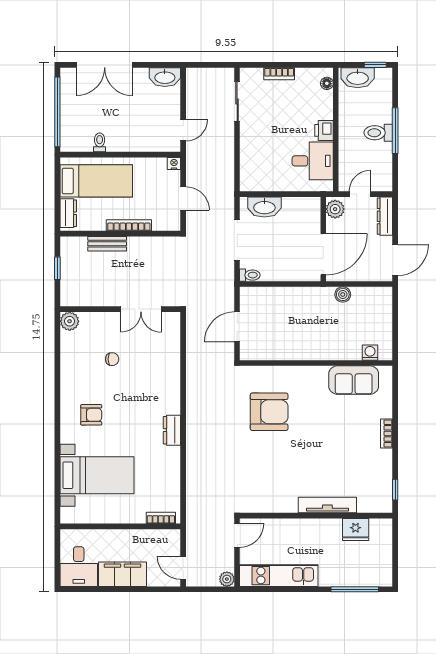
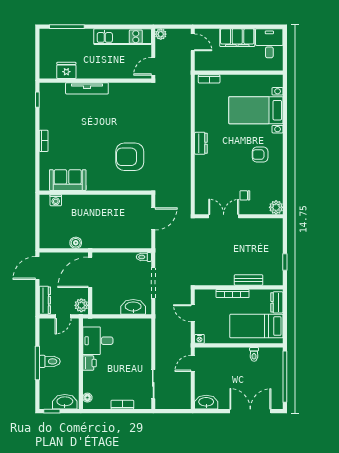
wall: (120, 309) -> (239, 216), moved
double door: (141, 309) -> (224, 216), moved
plant: (70, 321) -> (276, 207), moved

